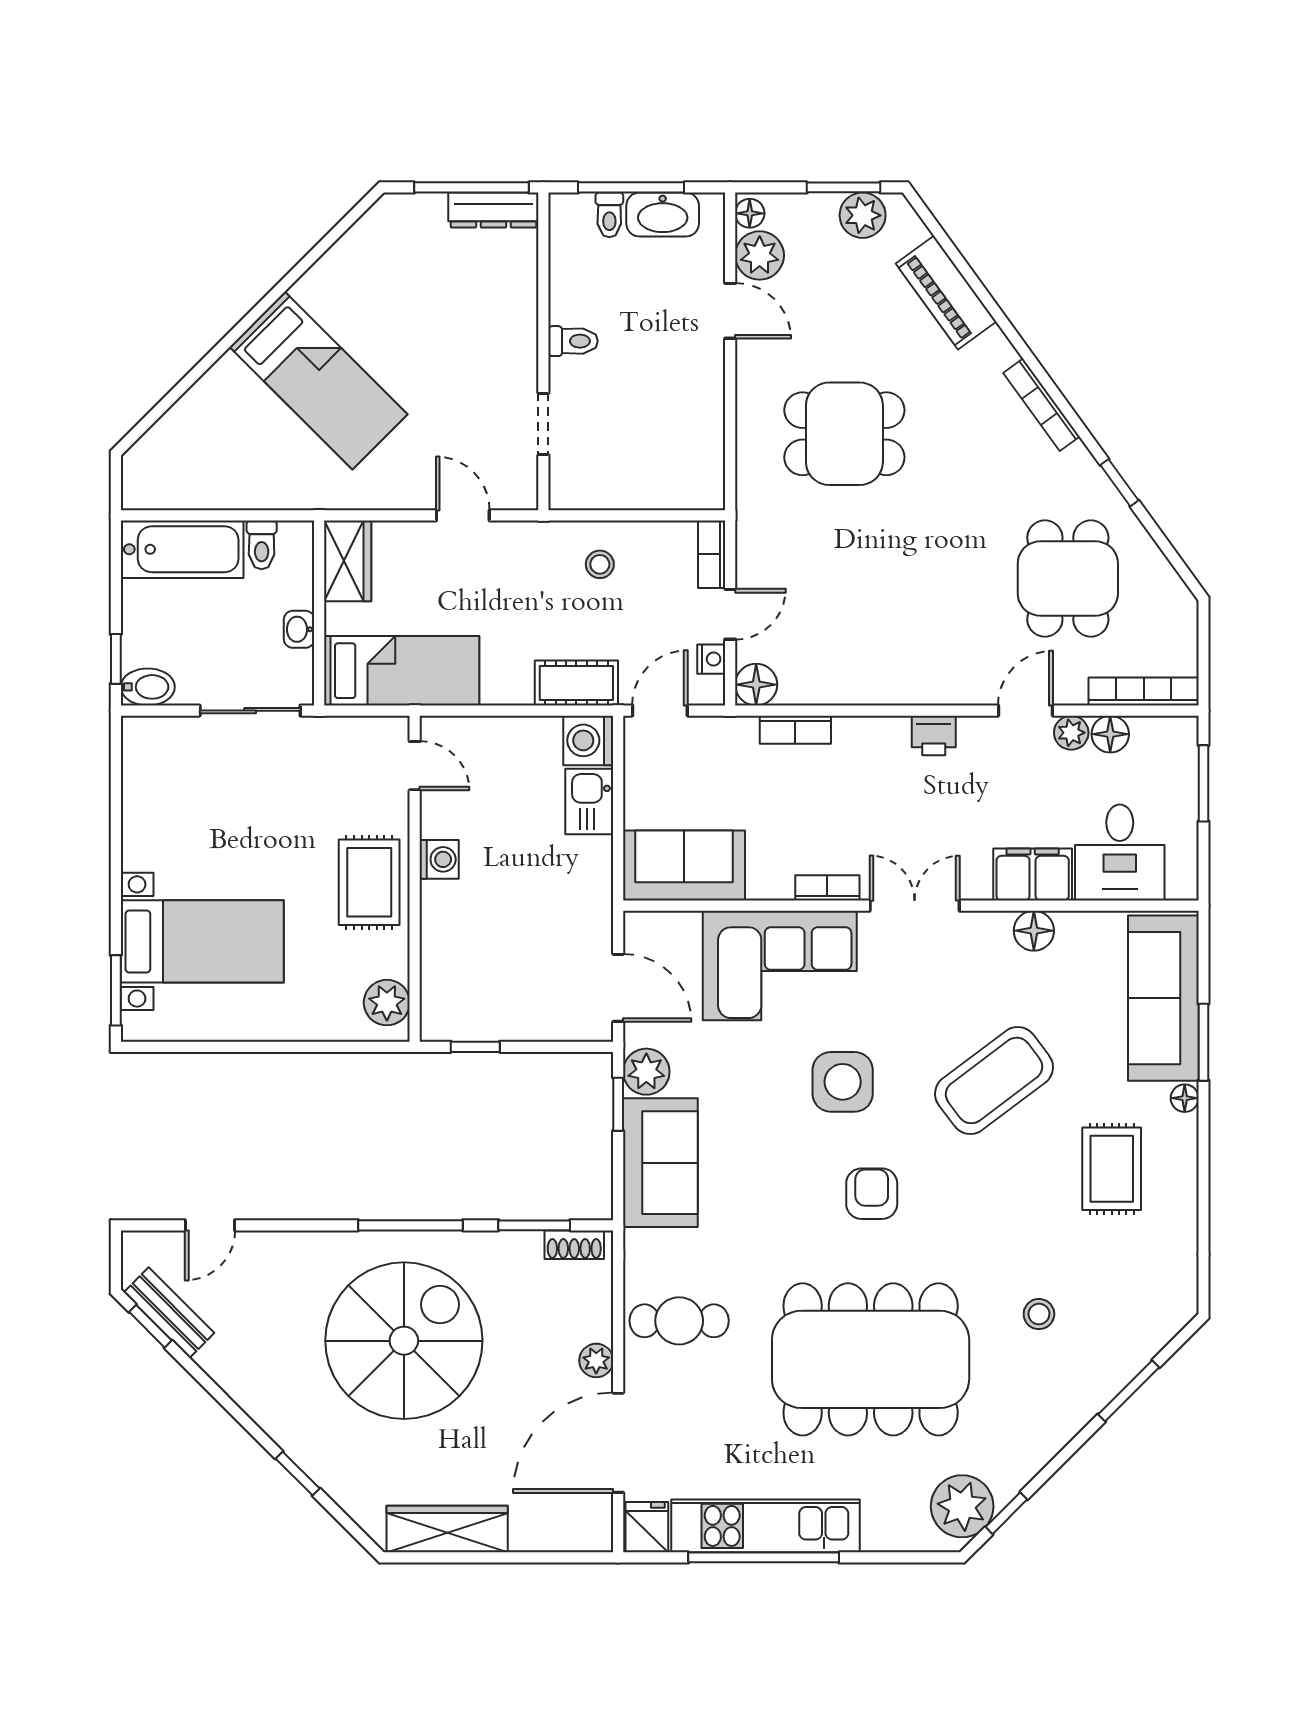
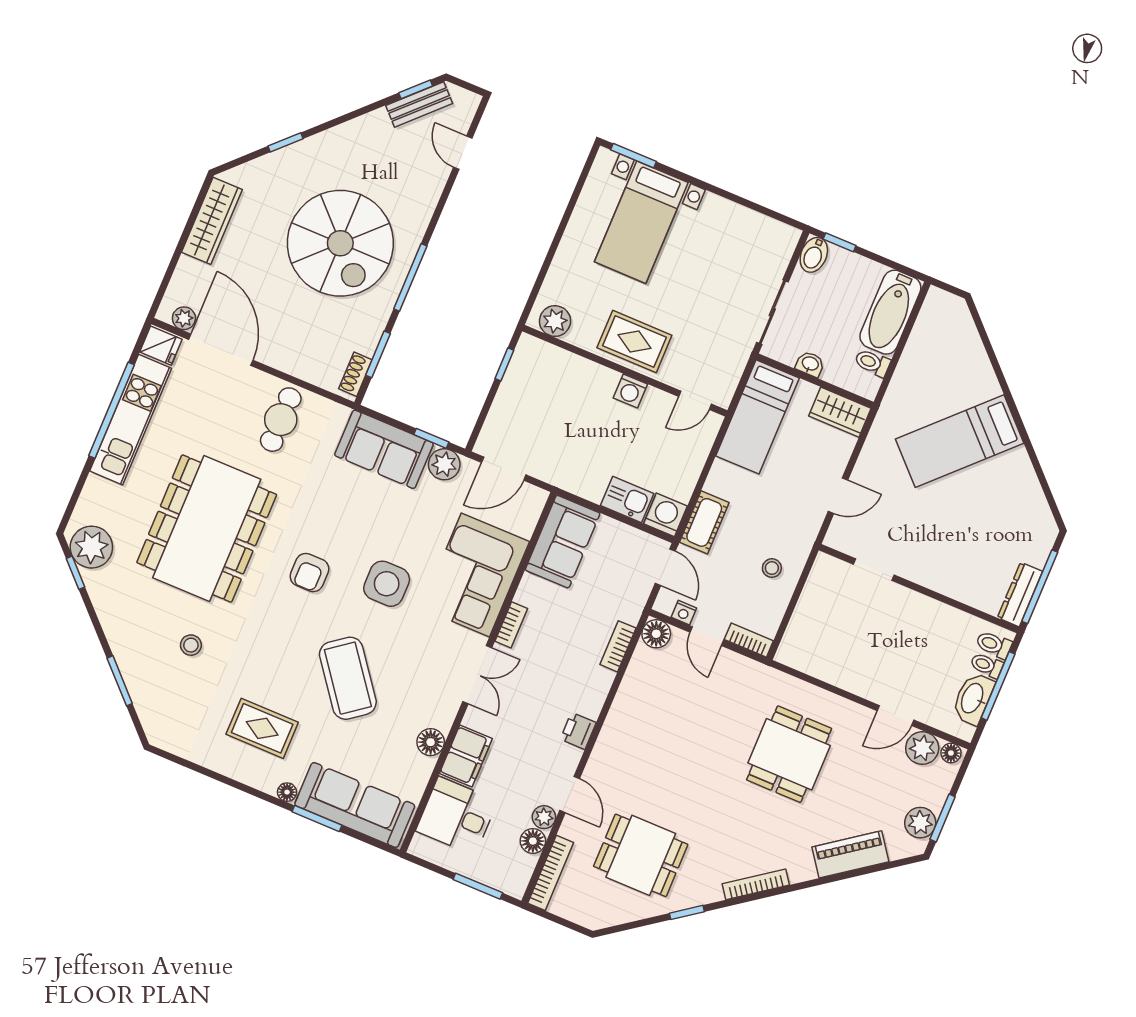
toilet: (573, 341) -> (994, 645), moved, turned 90
armchair: (872, 1194) -> (309, 573), turned 90
plant: (596, 1360) -> (184, 318), moved

